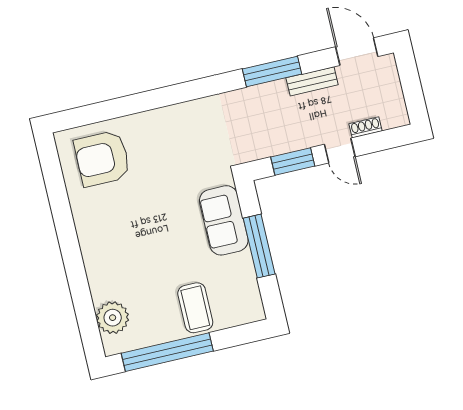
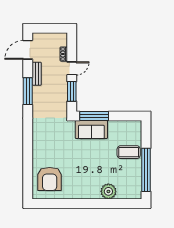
window: (259, 246) -> (94, 116), moved
plant: (113, 318) -> (108, 191), moved

